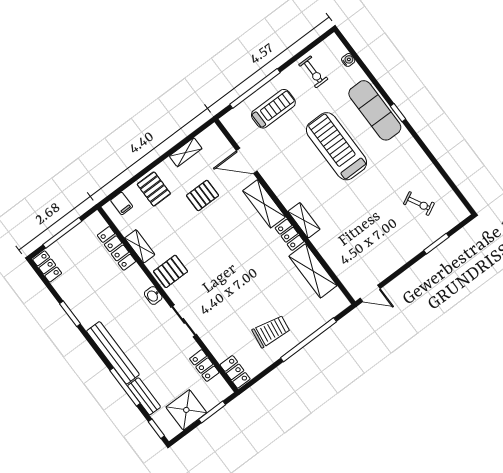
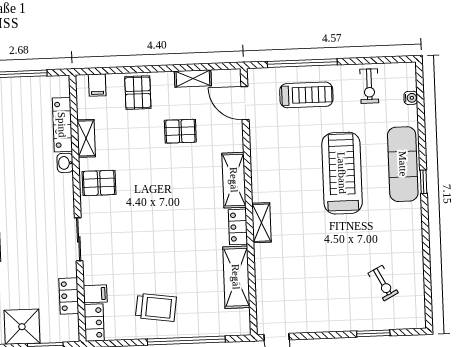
door: (247, 161) -> (245, 103), moved
washbasin: (153, 296) -> (65, 163), moved
filing cabinet: (222, 351) -> (95, 294), added

